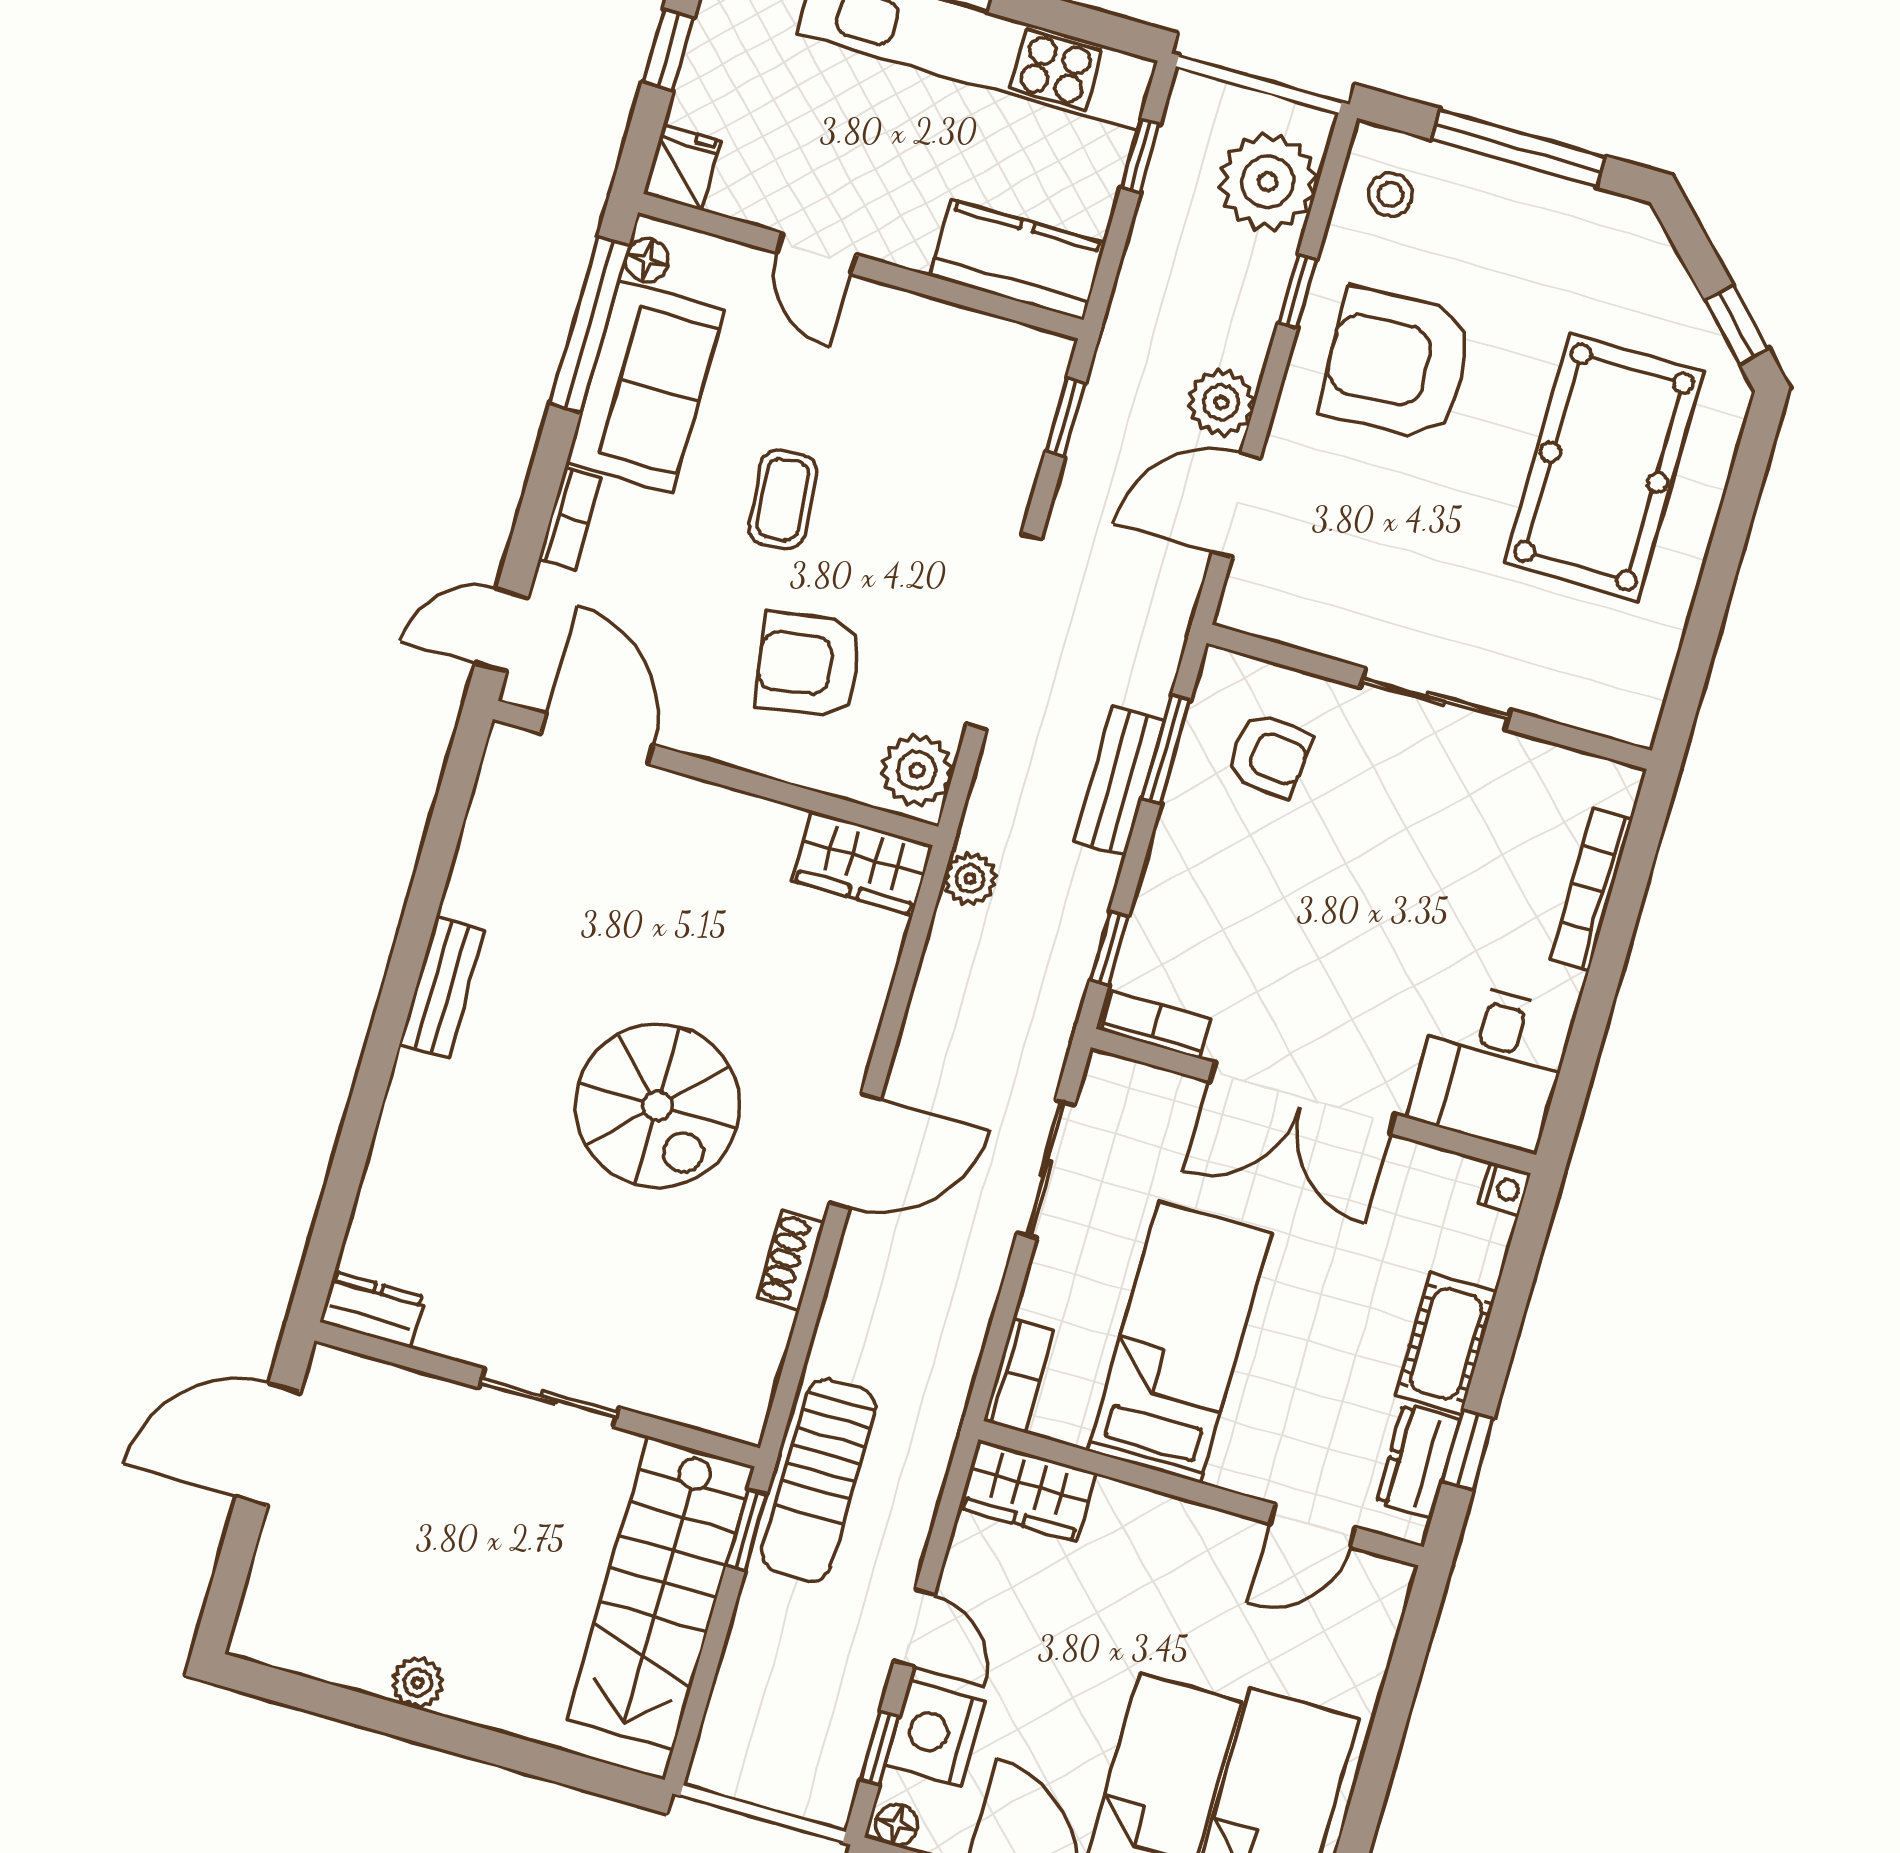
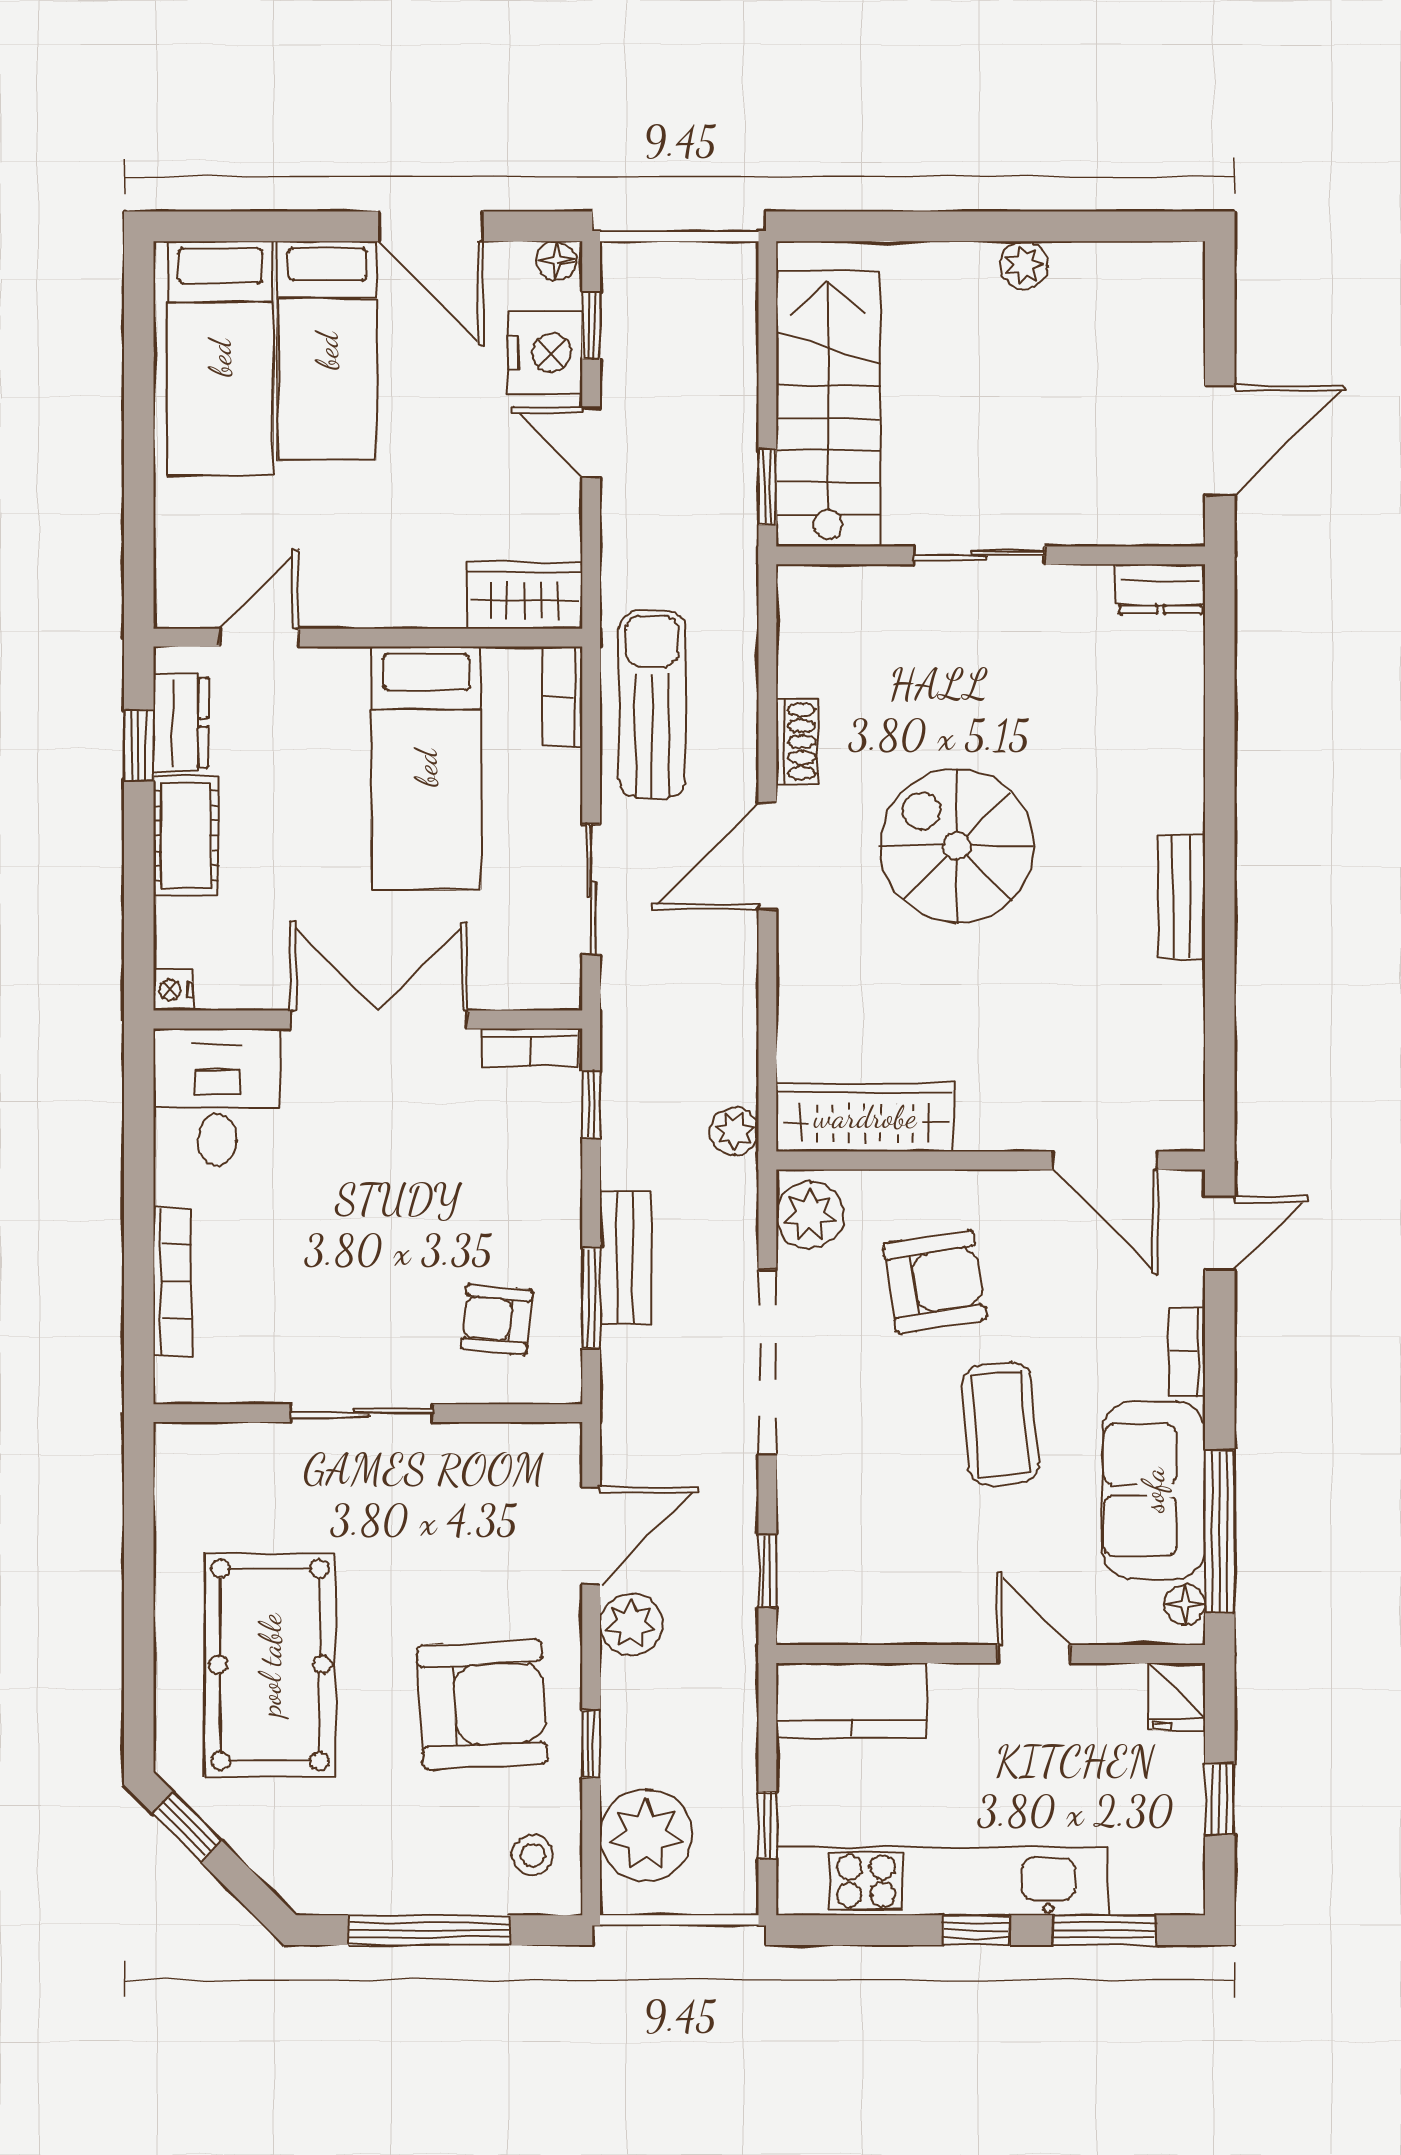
coffee table: (783, 499) -> (1000, 1424), width x1.36, depth x1.30
wardrobe: (862, 863) -> (865, 1117), width x1.50
sun lounger: (819, 1480) -> (652, 704), moved

